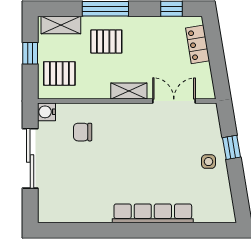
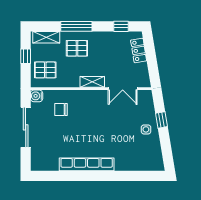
double door: (174, 101) -> (123, 89), swing flipped
row of seats: (153, 213) -> (87, 164), moved

